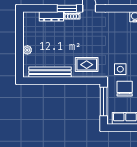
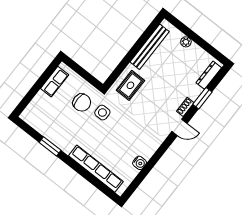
window: (67, 8) -> (202, 98), moved
dresser: (51, 16) -> (209, 75), moved
window: (104, 101) -> (85, 75), removed

